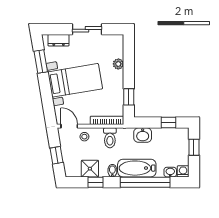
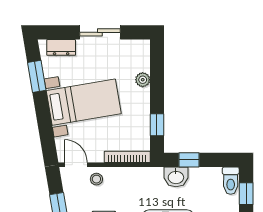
window: (169, 123) -> (189, 160), moved
toilet: (110, 138) -> (231, 181), moved

